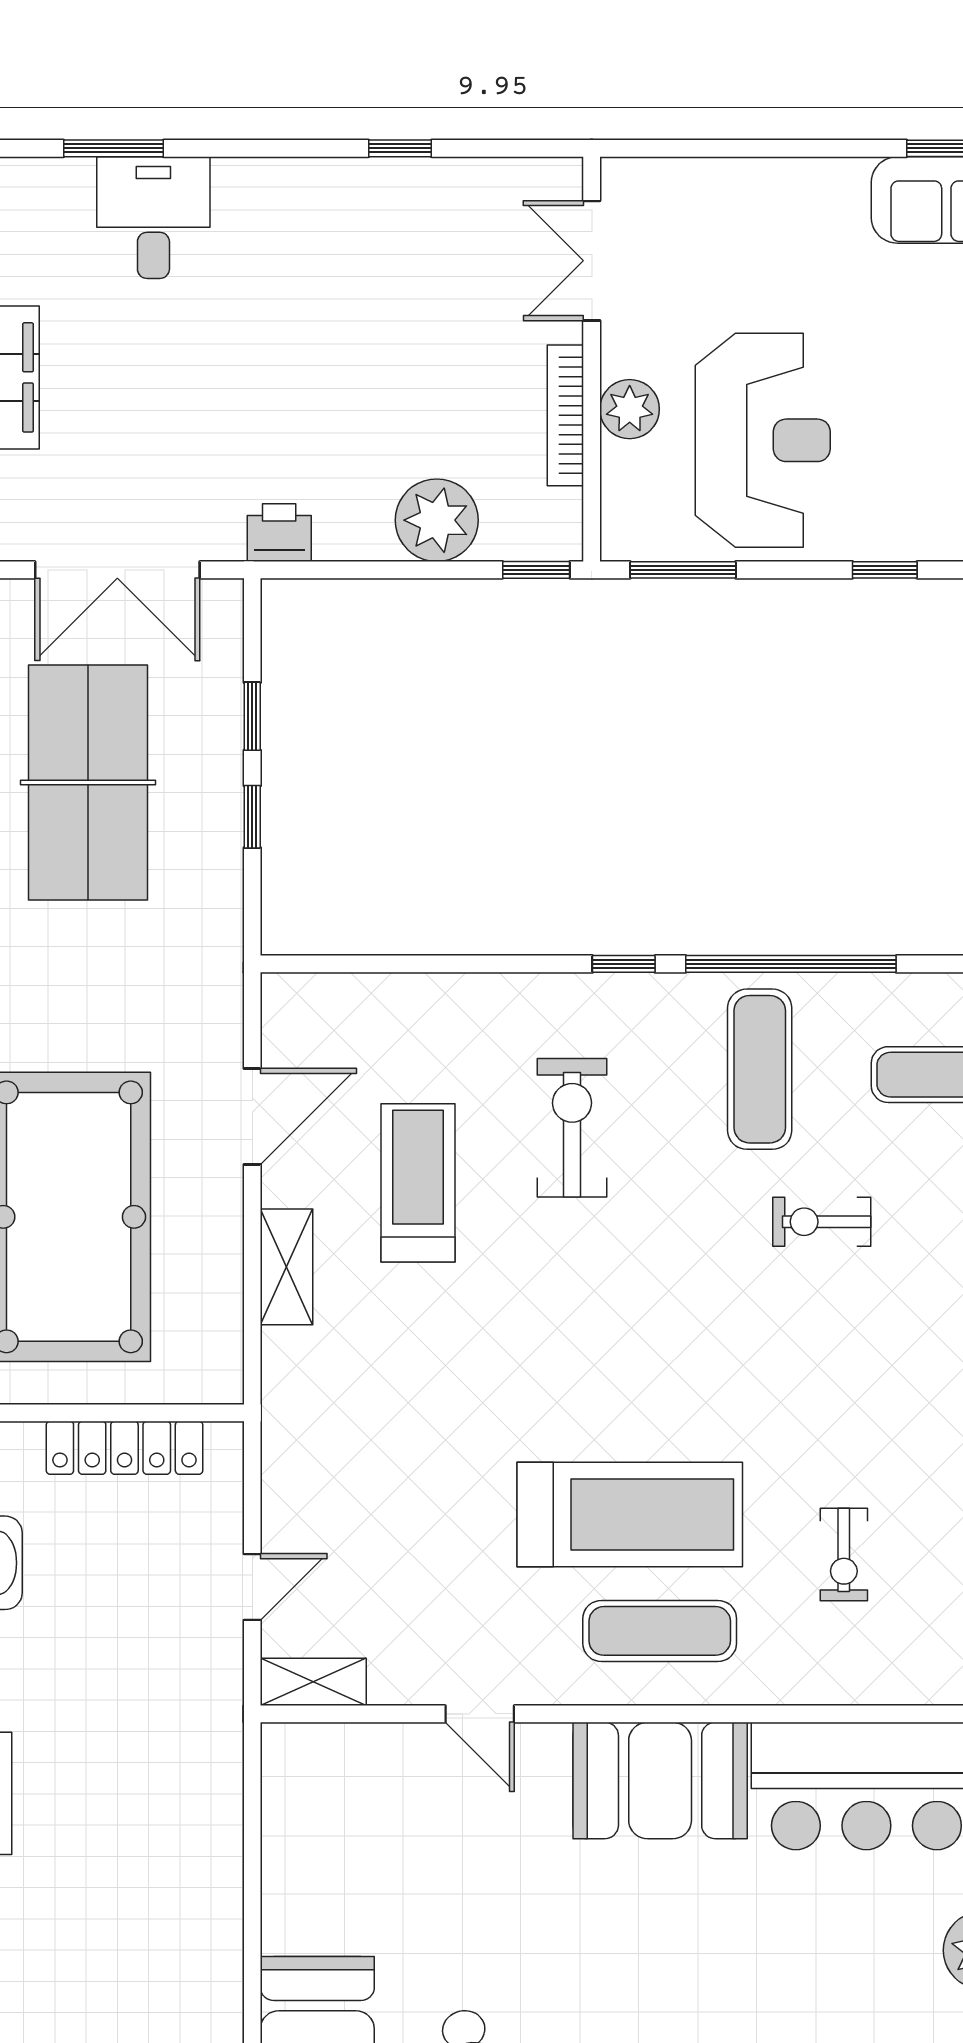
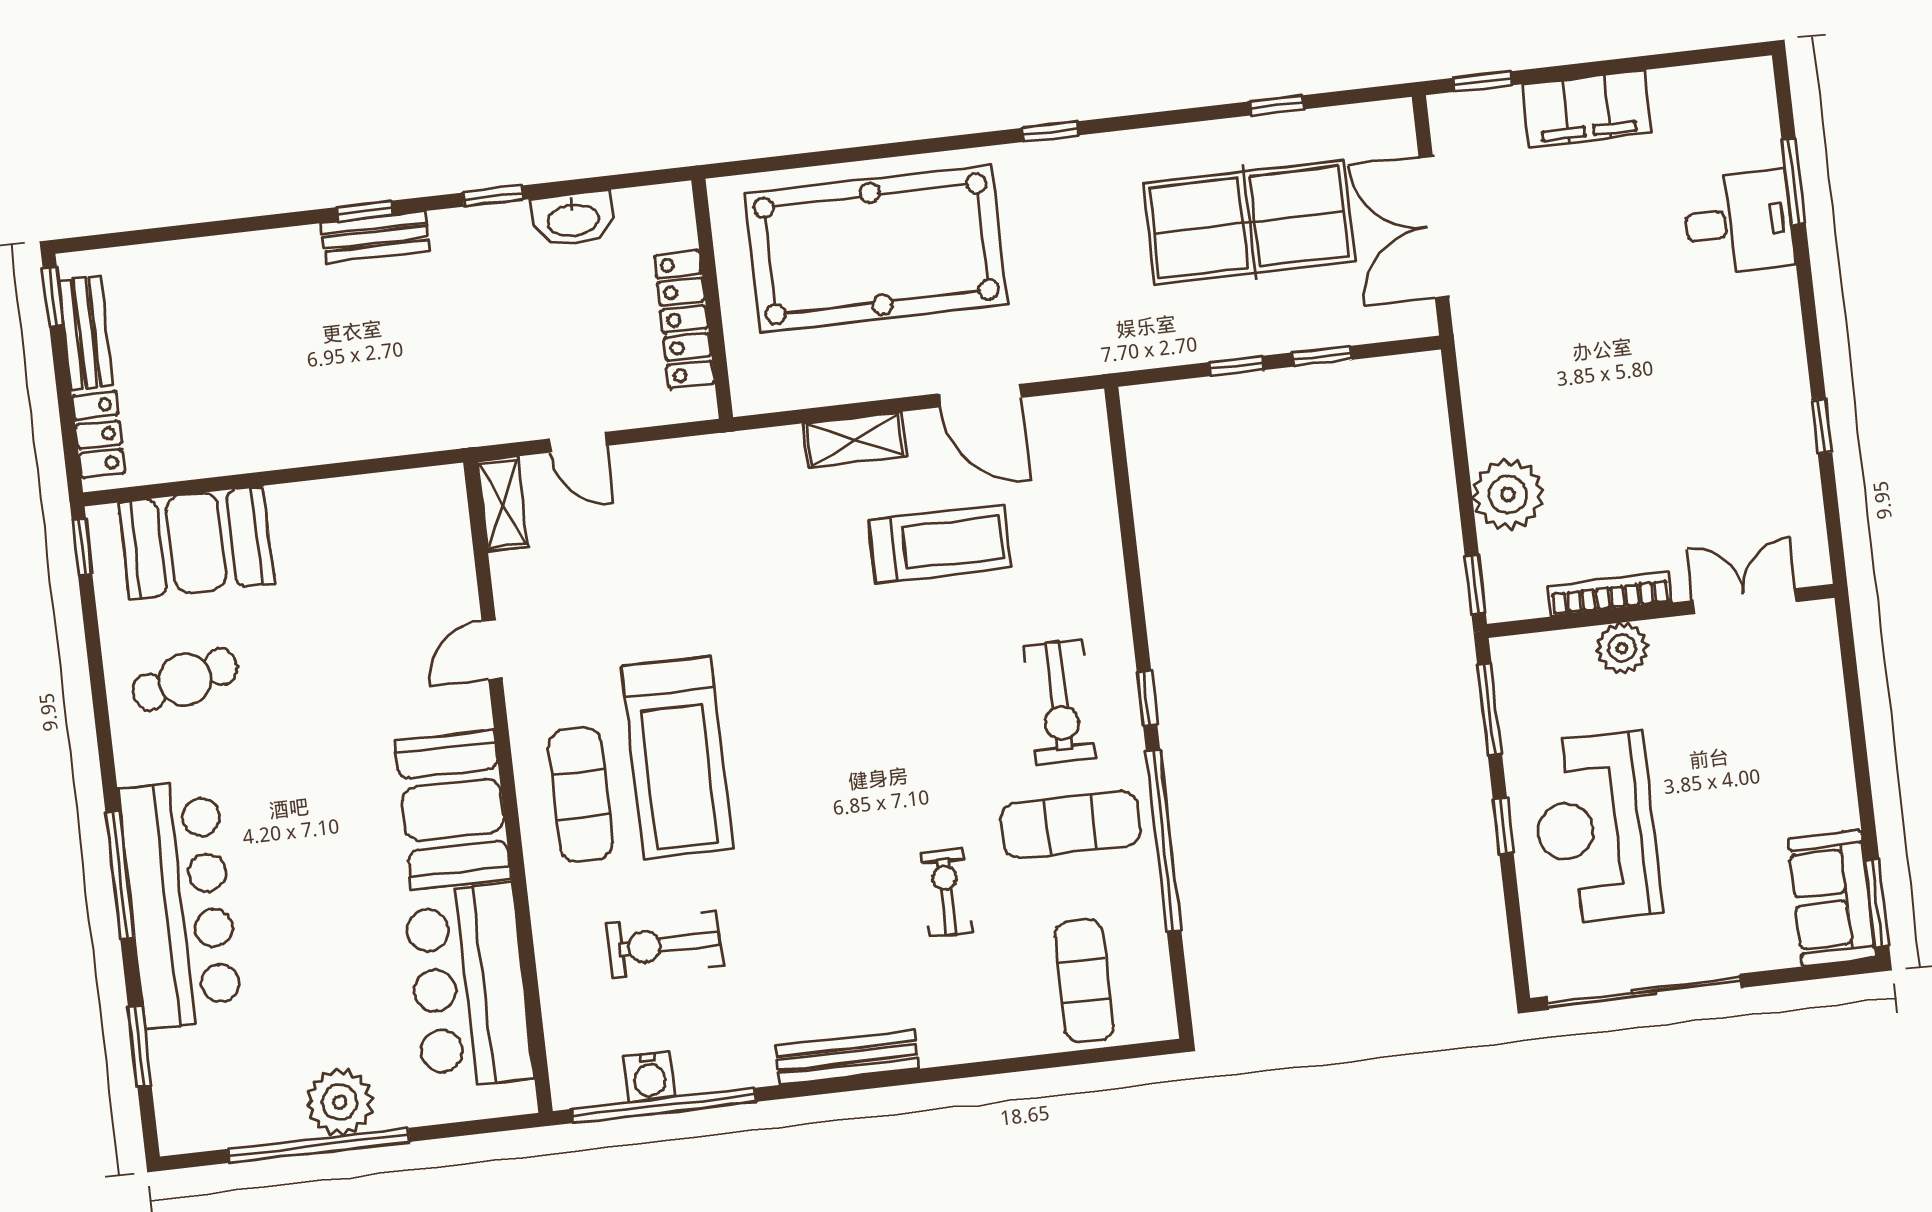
reception desk: (763, 440) -> (1596, 828), moved, turned 90
printer: (279, 533) -> (1482, 361), removed
window: (885, 570) -> (1503, 826), moved
exercise bike: (572, 1128) -> (1059, 702), moved, turned 90
exercise bike: (844, 1554) -> (664, 945), width x1.38, depth x1.39

